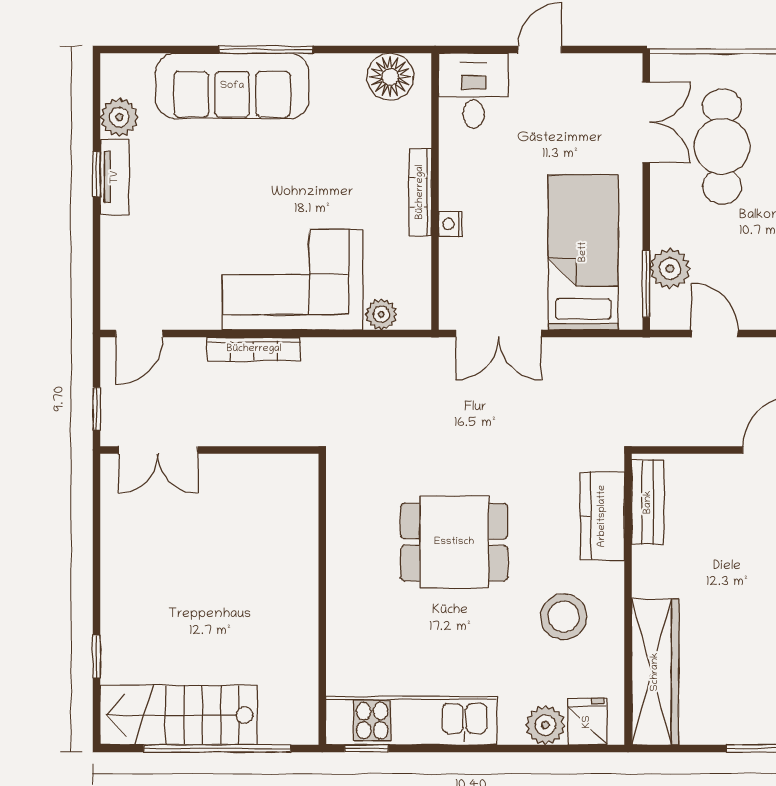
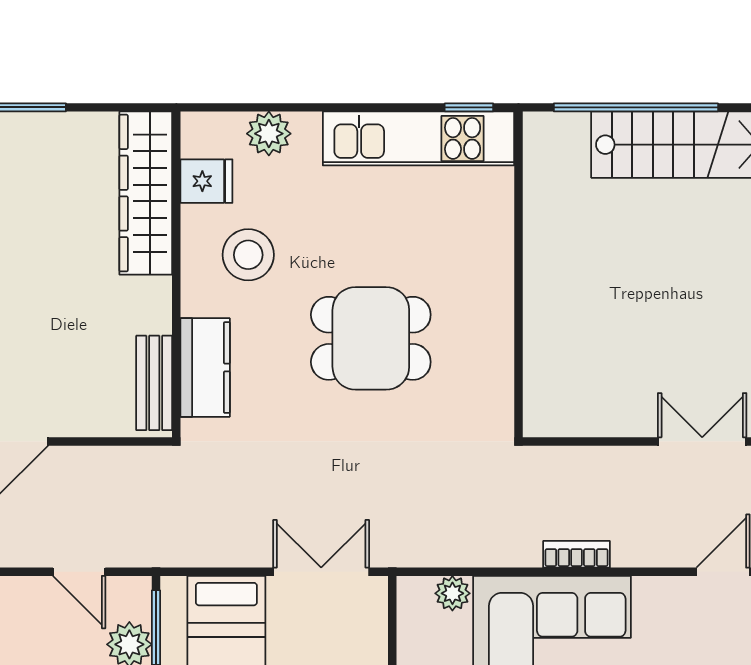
bookcase: (254, 349) -> (577, 554), width x0.64
fridge: (587, 722) -> (206, 181), moved, turned -90

